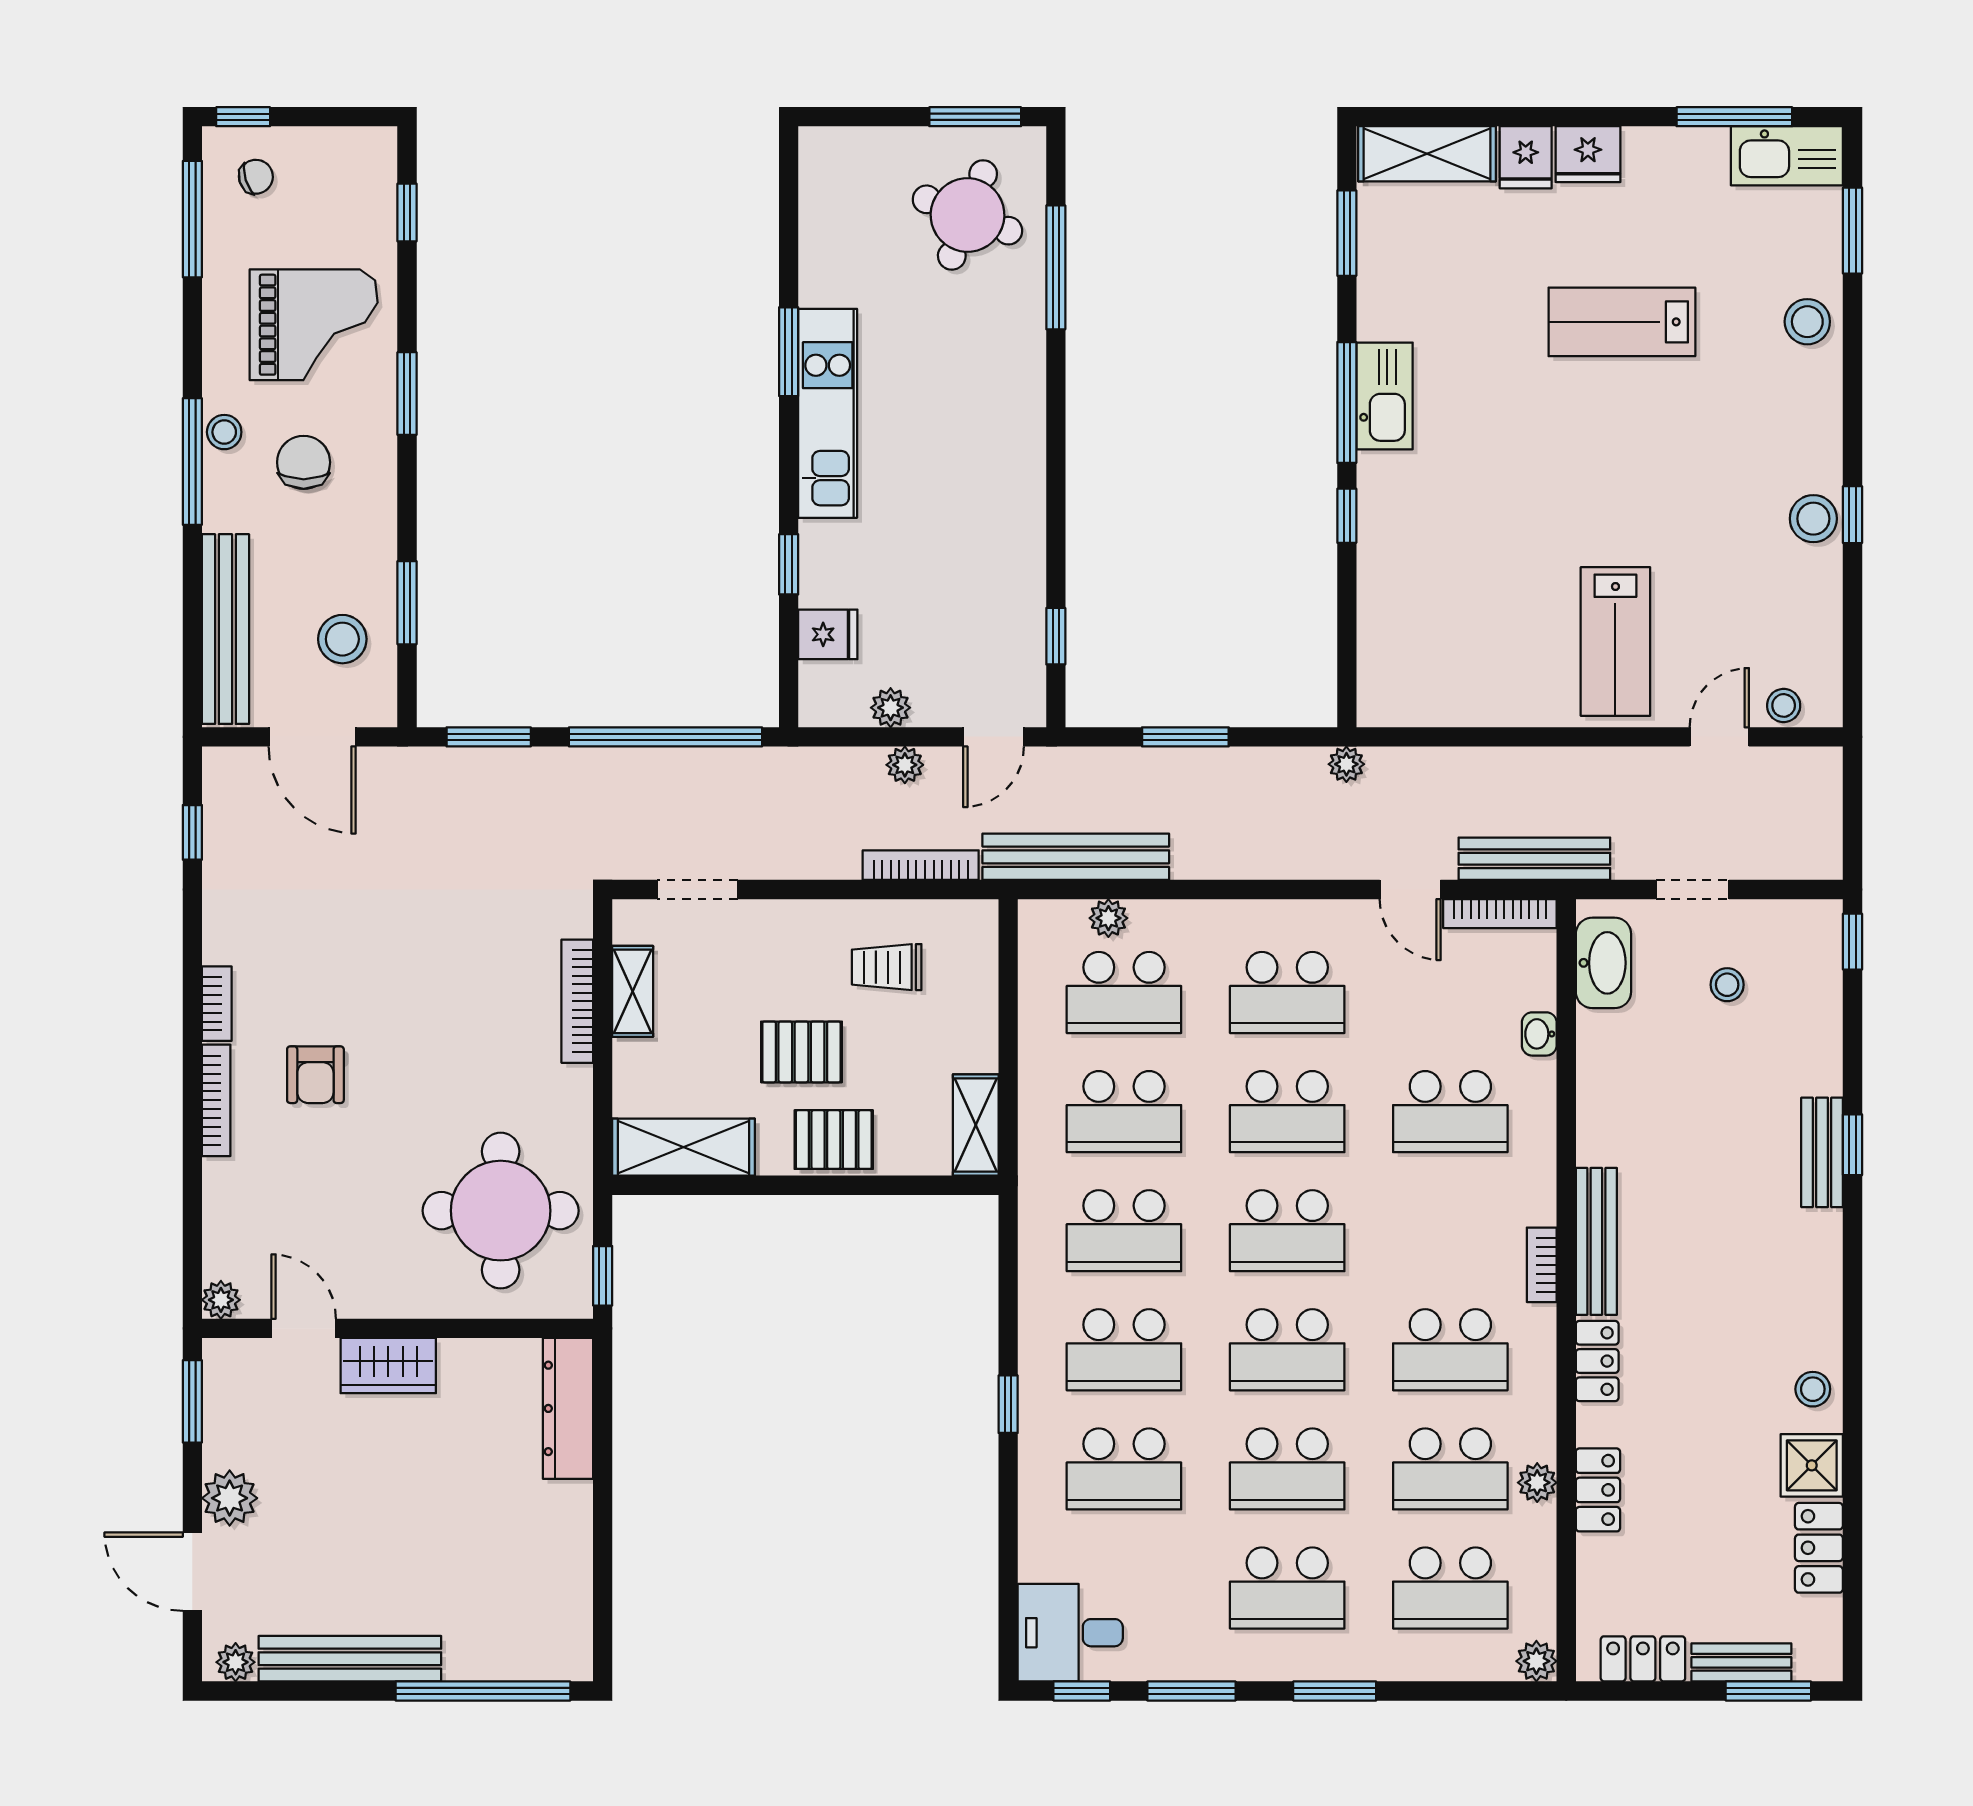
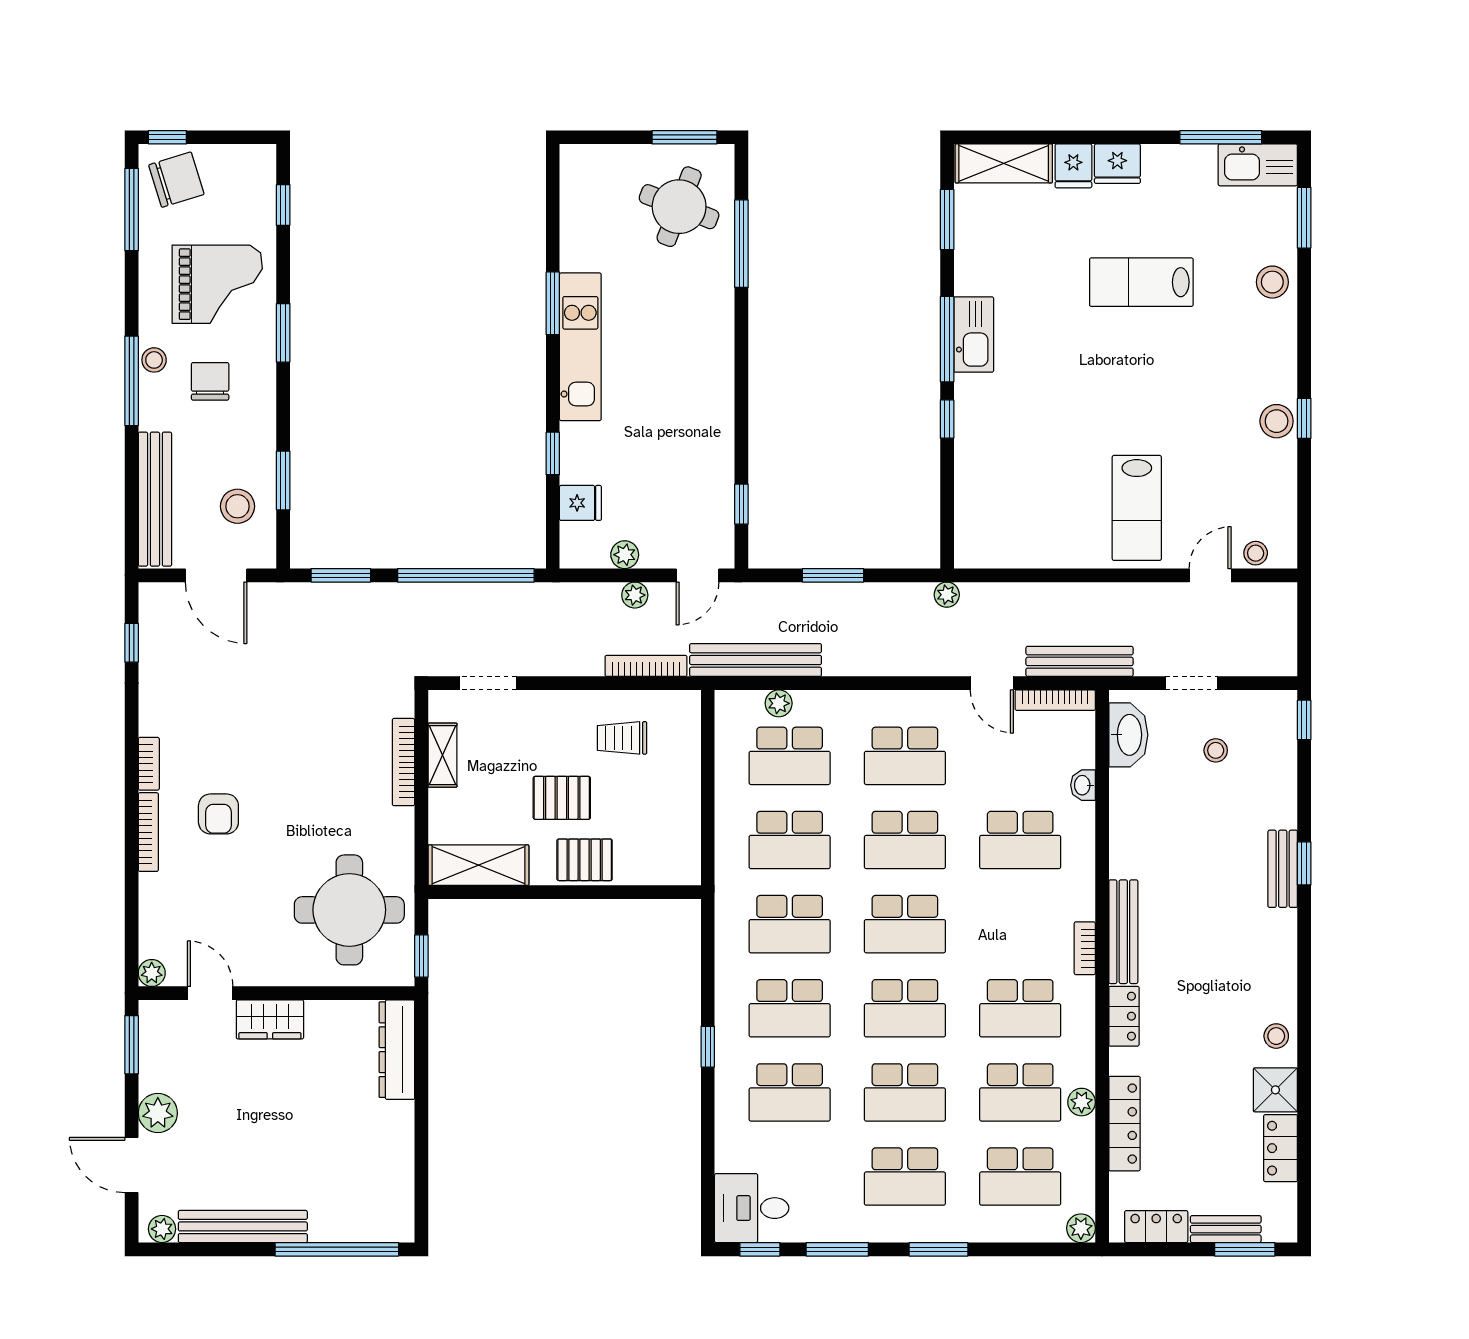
chair: (256, 177) -> (176, 180), width x1.87, depth x1.87
shelving: (976, 1125) -> (685, 850), removed
locker: (1598, 1490) -> (1124, 1124), width x1.53

